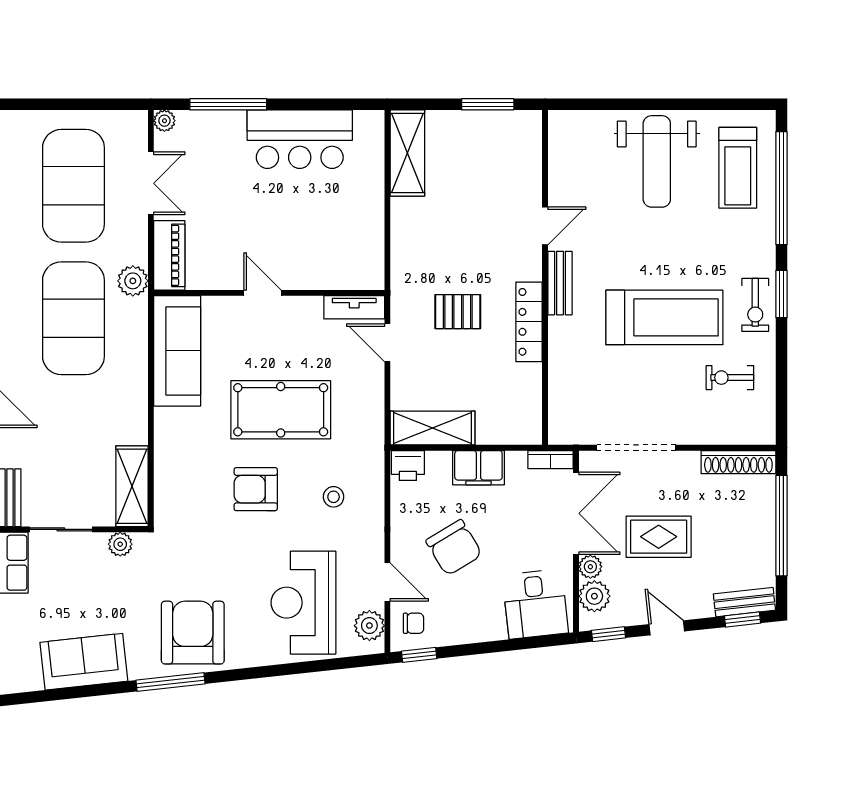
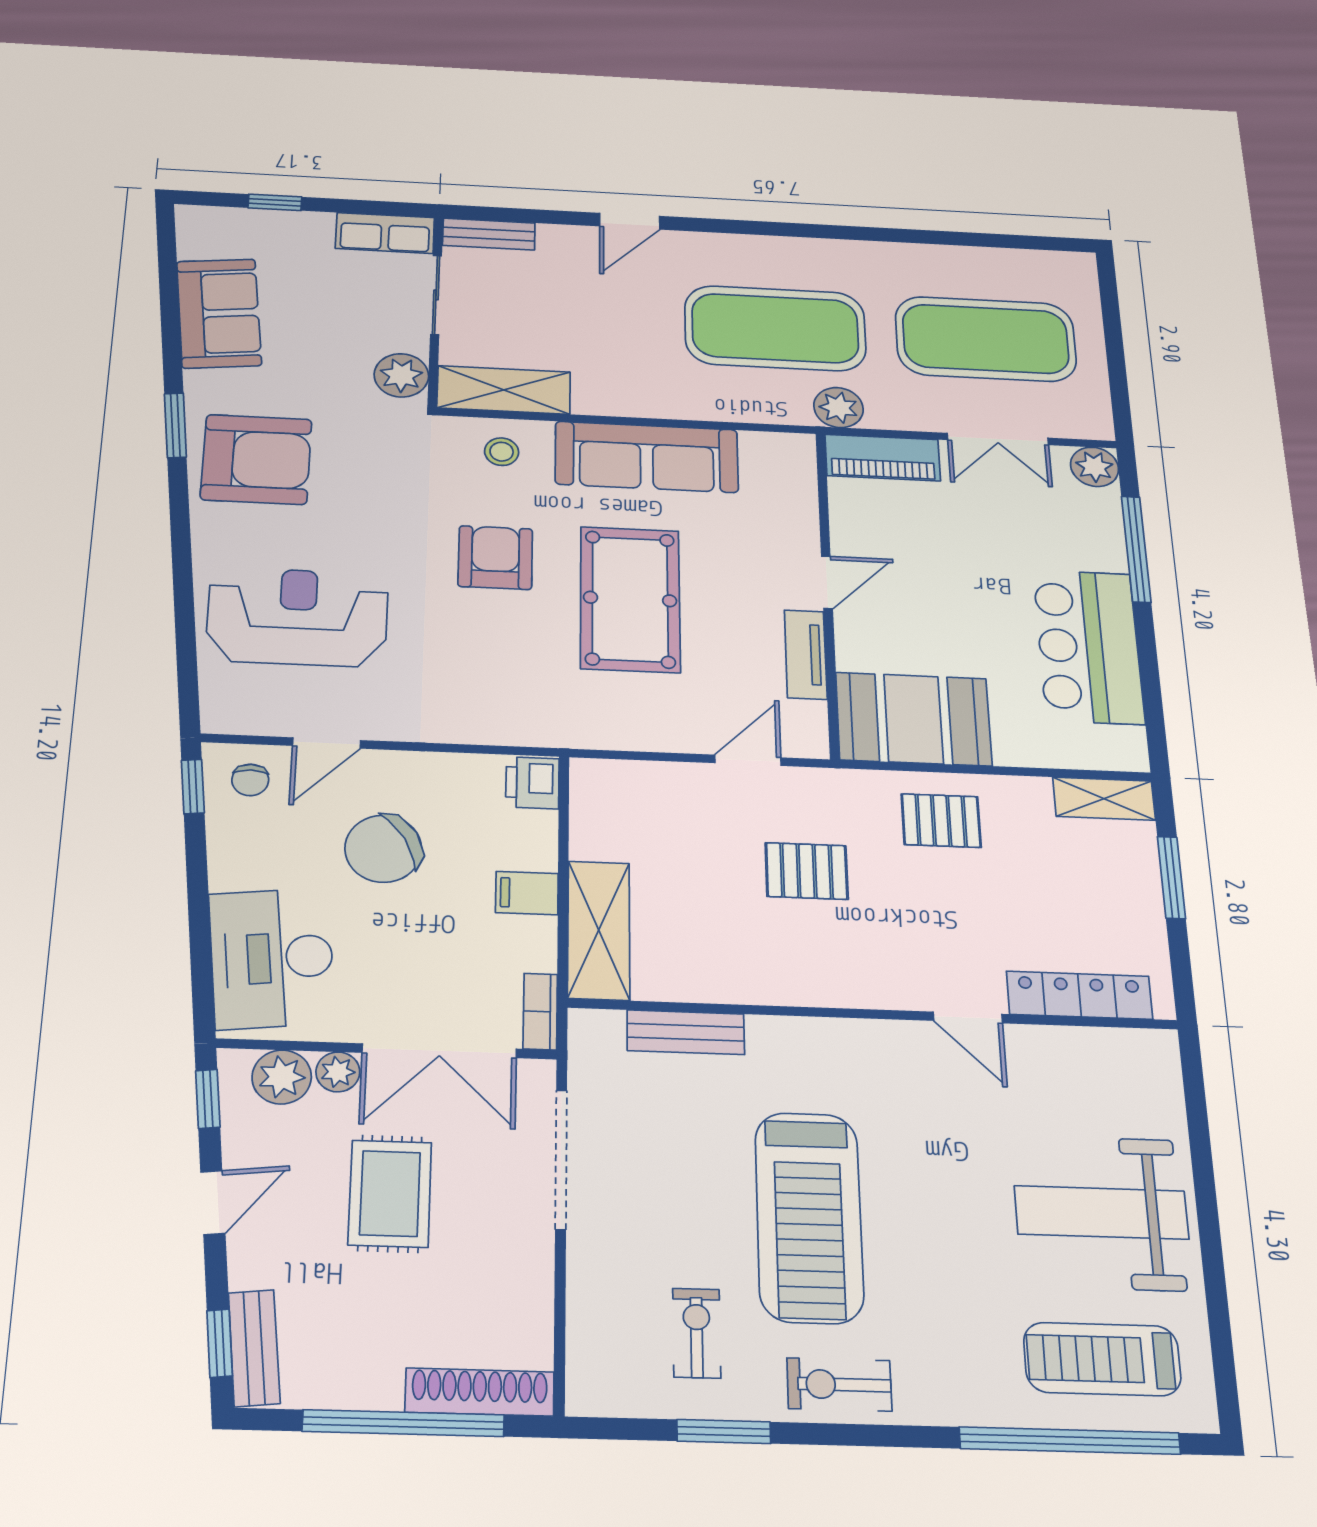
window: (488, 104) -> (1171, 877), moved
plant: (164, 121) -> (1095, 467), width x1.38, depth x1.38
shelving: (407, 153) -> (1104, 799), width x0.67, depth x0.75
pallet: (422, 234) -> (941, 821), added
booth: (355, 246) -> (914, 719), added
bench: (560, 283) -> (686, 1032), moved
window: (781, 294) -> (724, 1432), moved
tv unit: (354, 307) -> (806, 654), moved
pallet: (458, 312) -> (807, 871), turned 90
locker: (529, 322) -> (1079, 995), moved
sofa: (177, 351) -> (647, 457), moved
shelving: (433, 428) -> (599, 930), moved
shoe rack: (738, 462) -> (480, 1392), moved, turned 90
filing cabinet: (478, 468) -> (527, 893), width x0.50
stool: (334, 497) -> (502, 452), moved
plant: (120, 544) -> (401, 375), width x1.38, depth x1.38
desk: (535, 604) -> (272, 958), width x1.37
plant: (369, 626) -> (251, 713), removed
window: (171, 682) -> (175, 425), width x0.69

